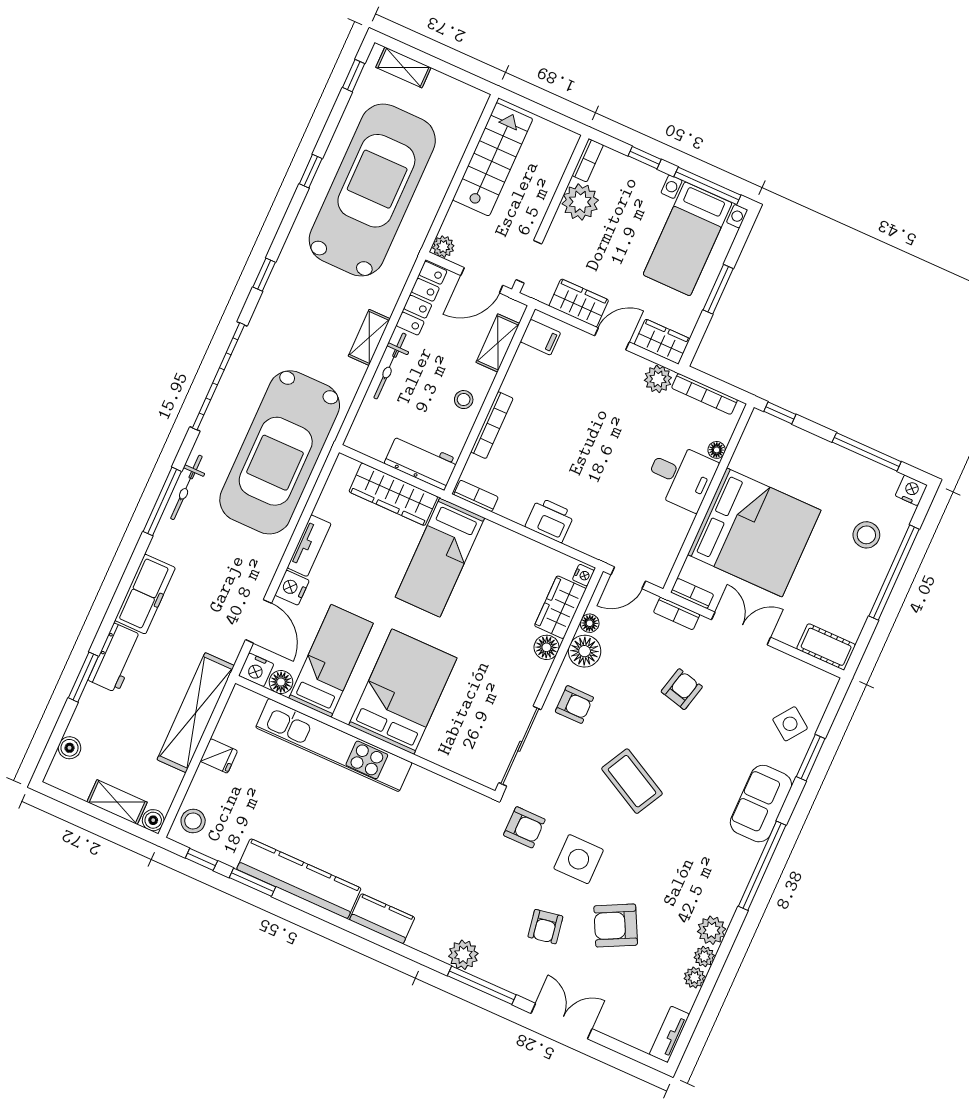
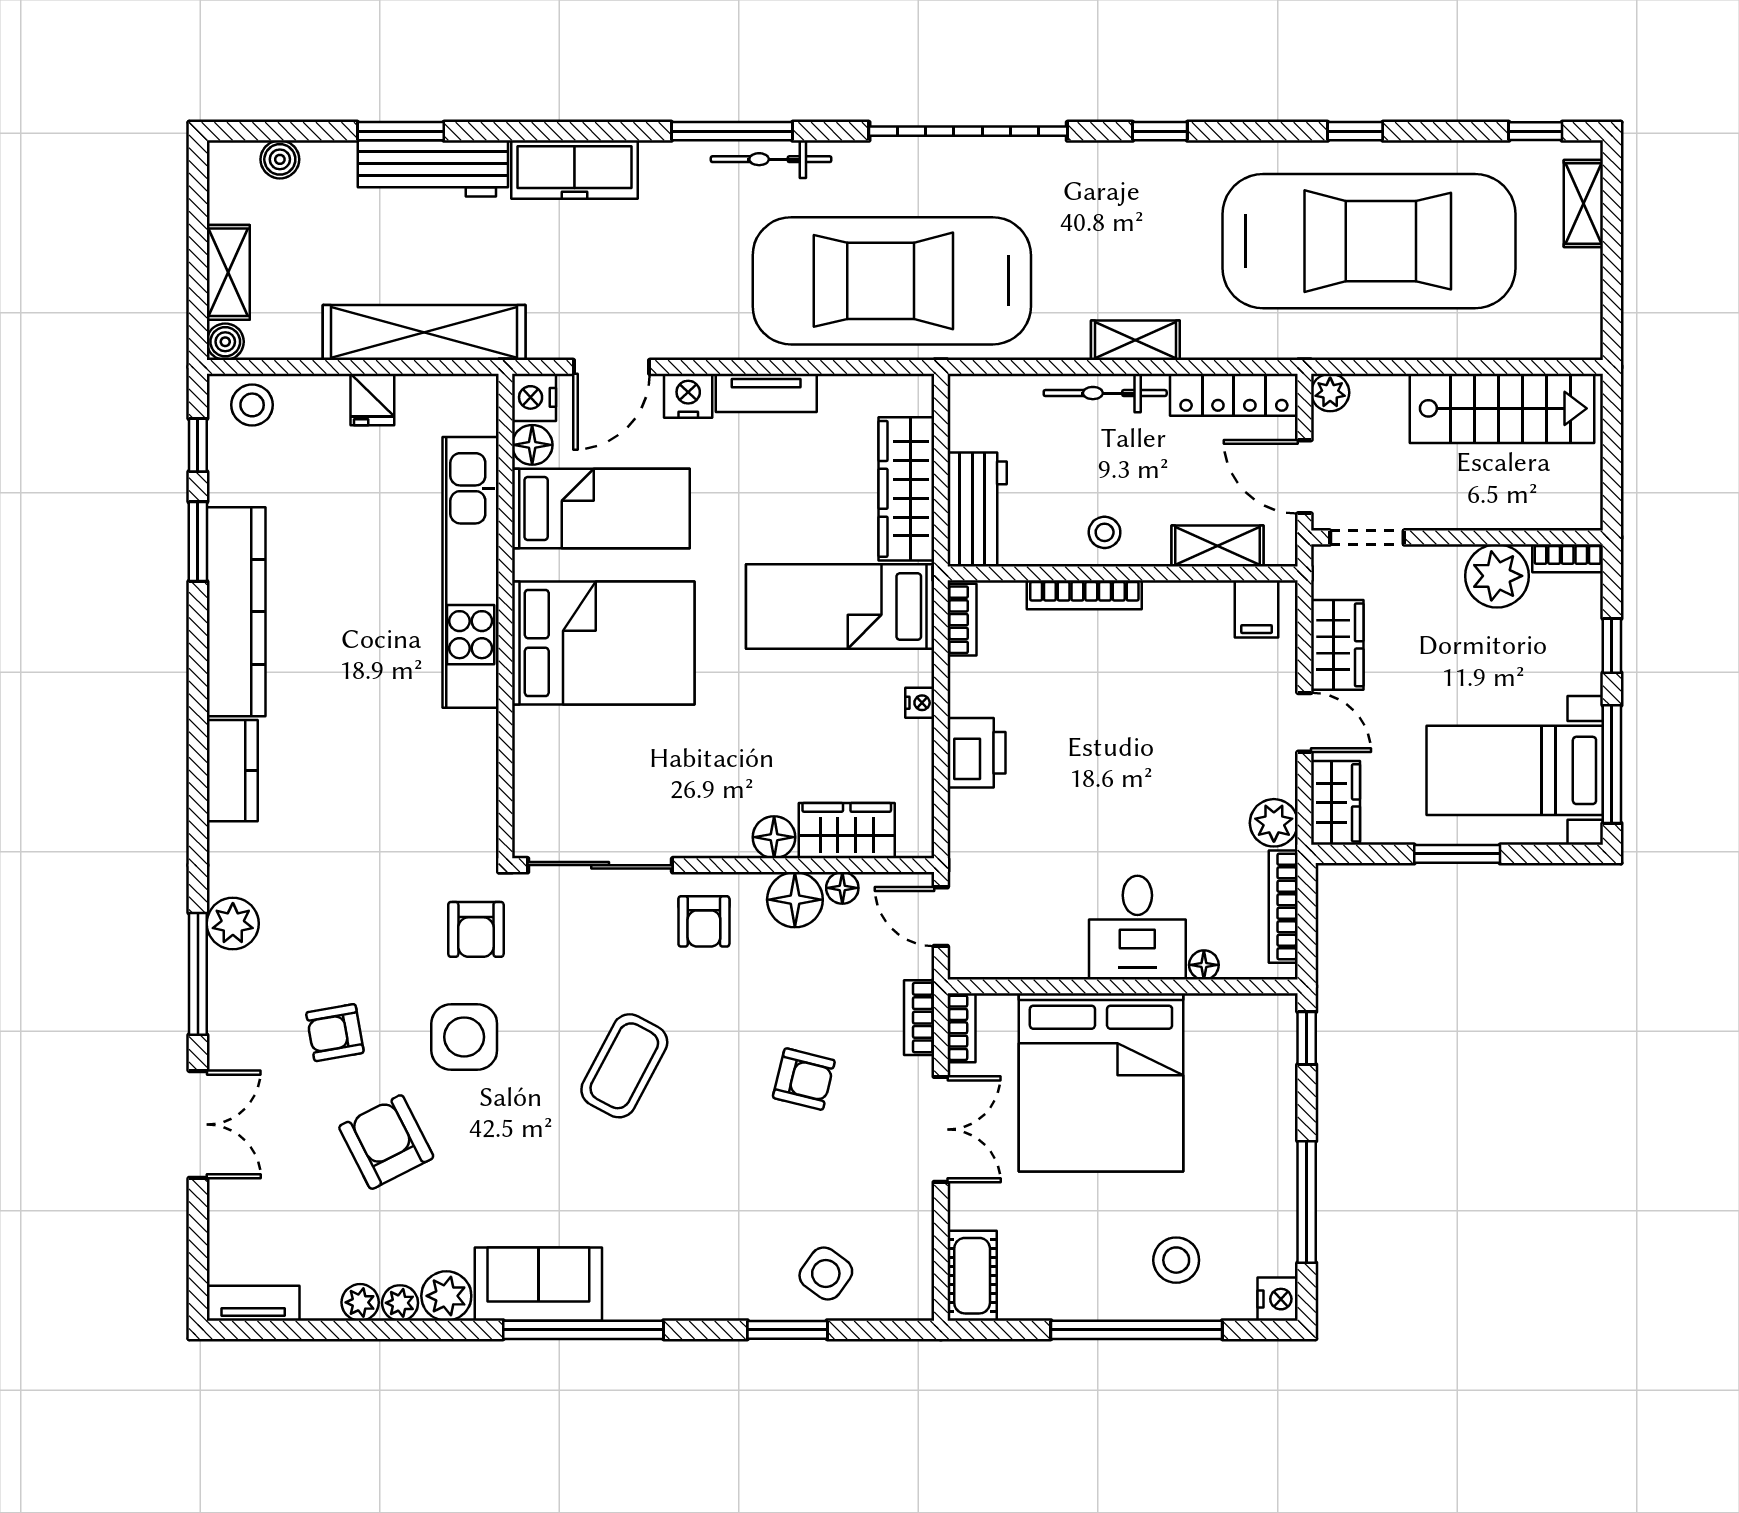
nightstand: (583, 575) -> (920, 703), moved, turned -90
workbench: (116, 658) -> (433, 168), width x1.38
sofa: (761, 804) -> (538, 1284), moved

